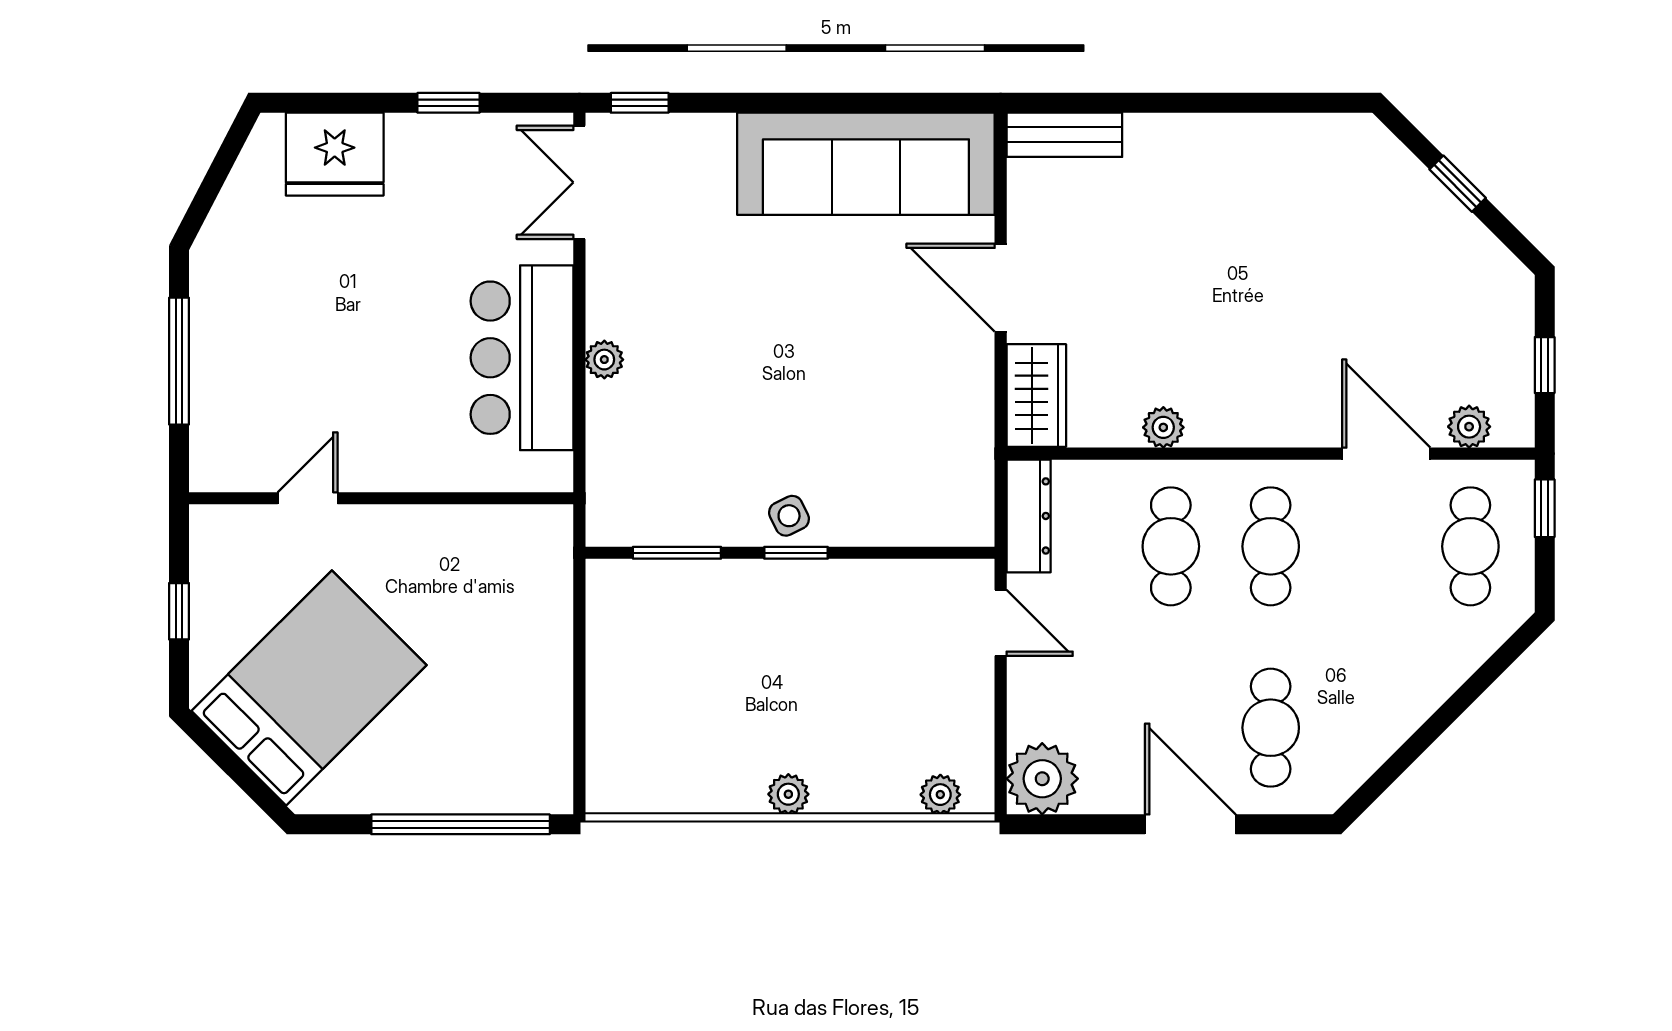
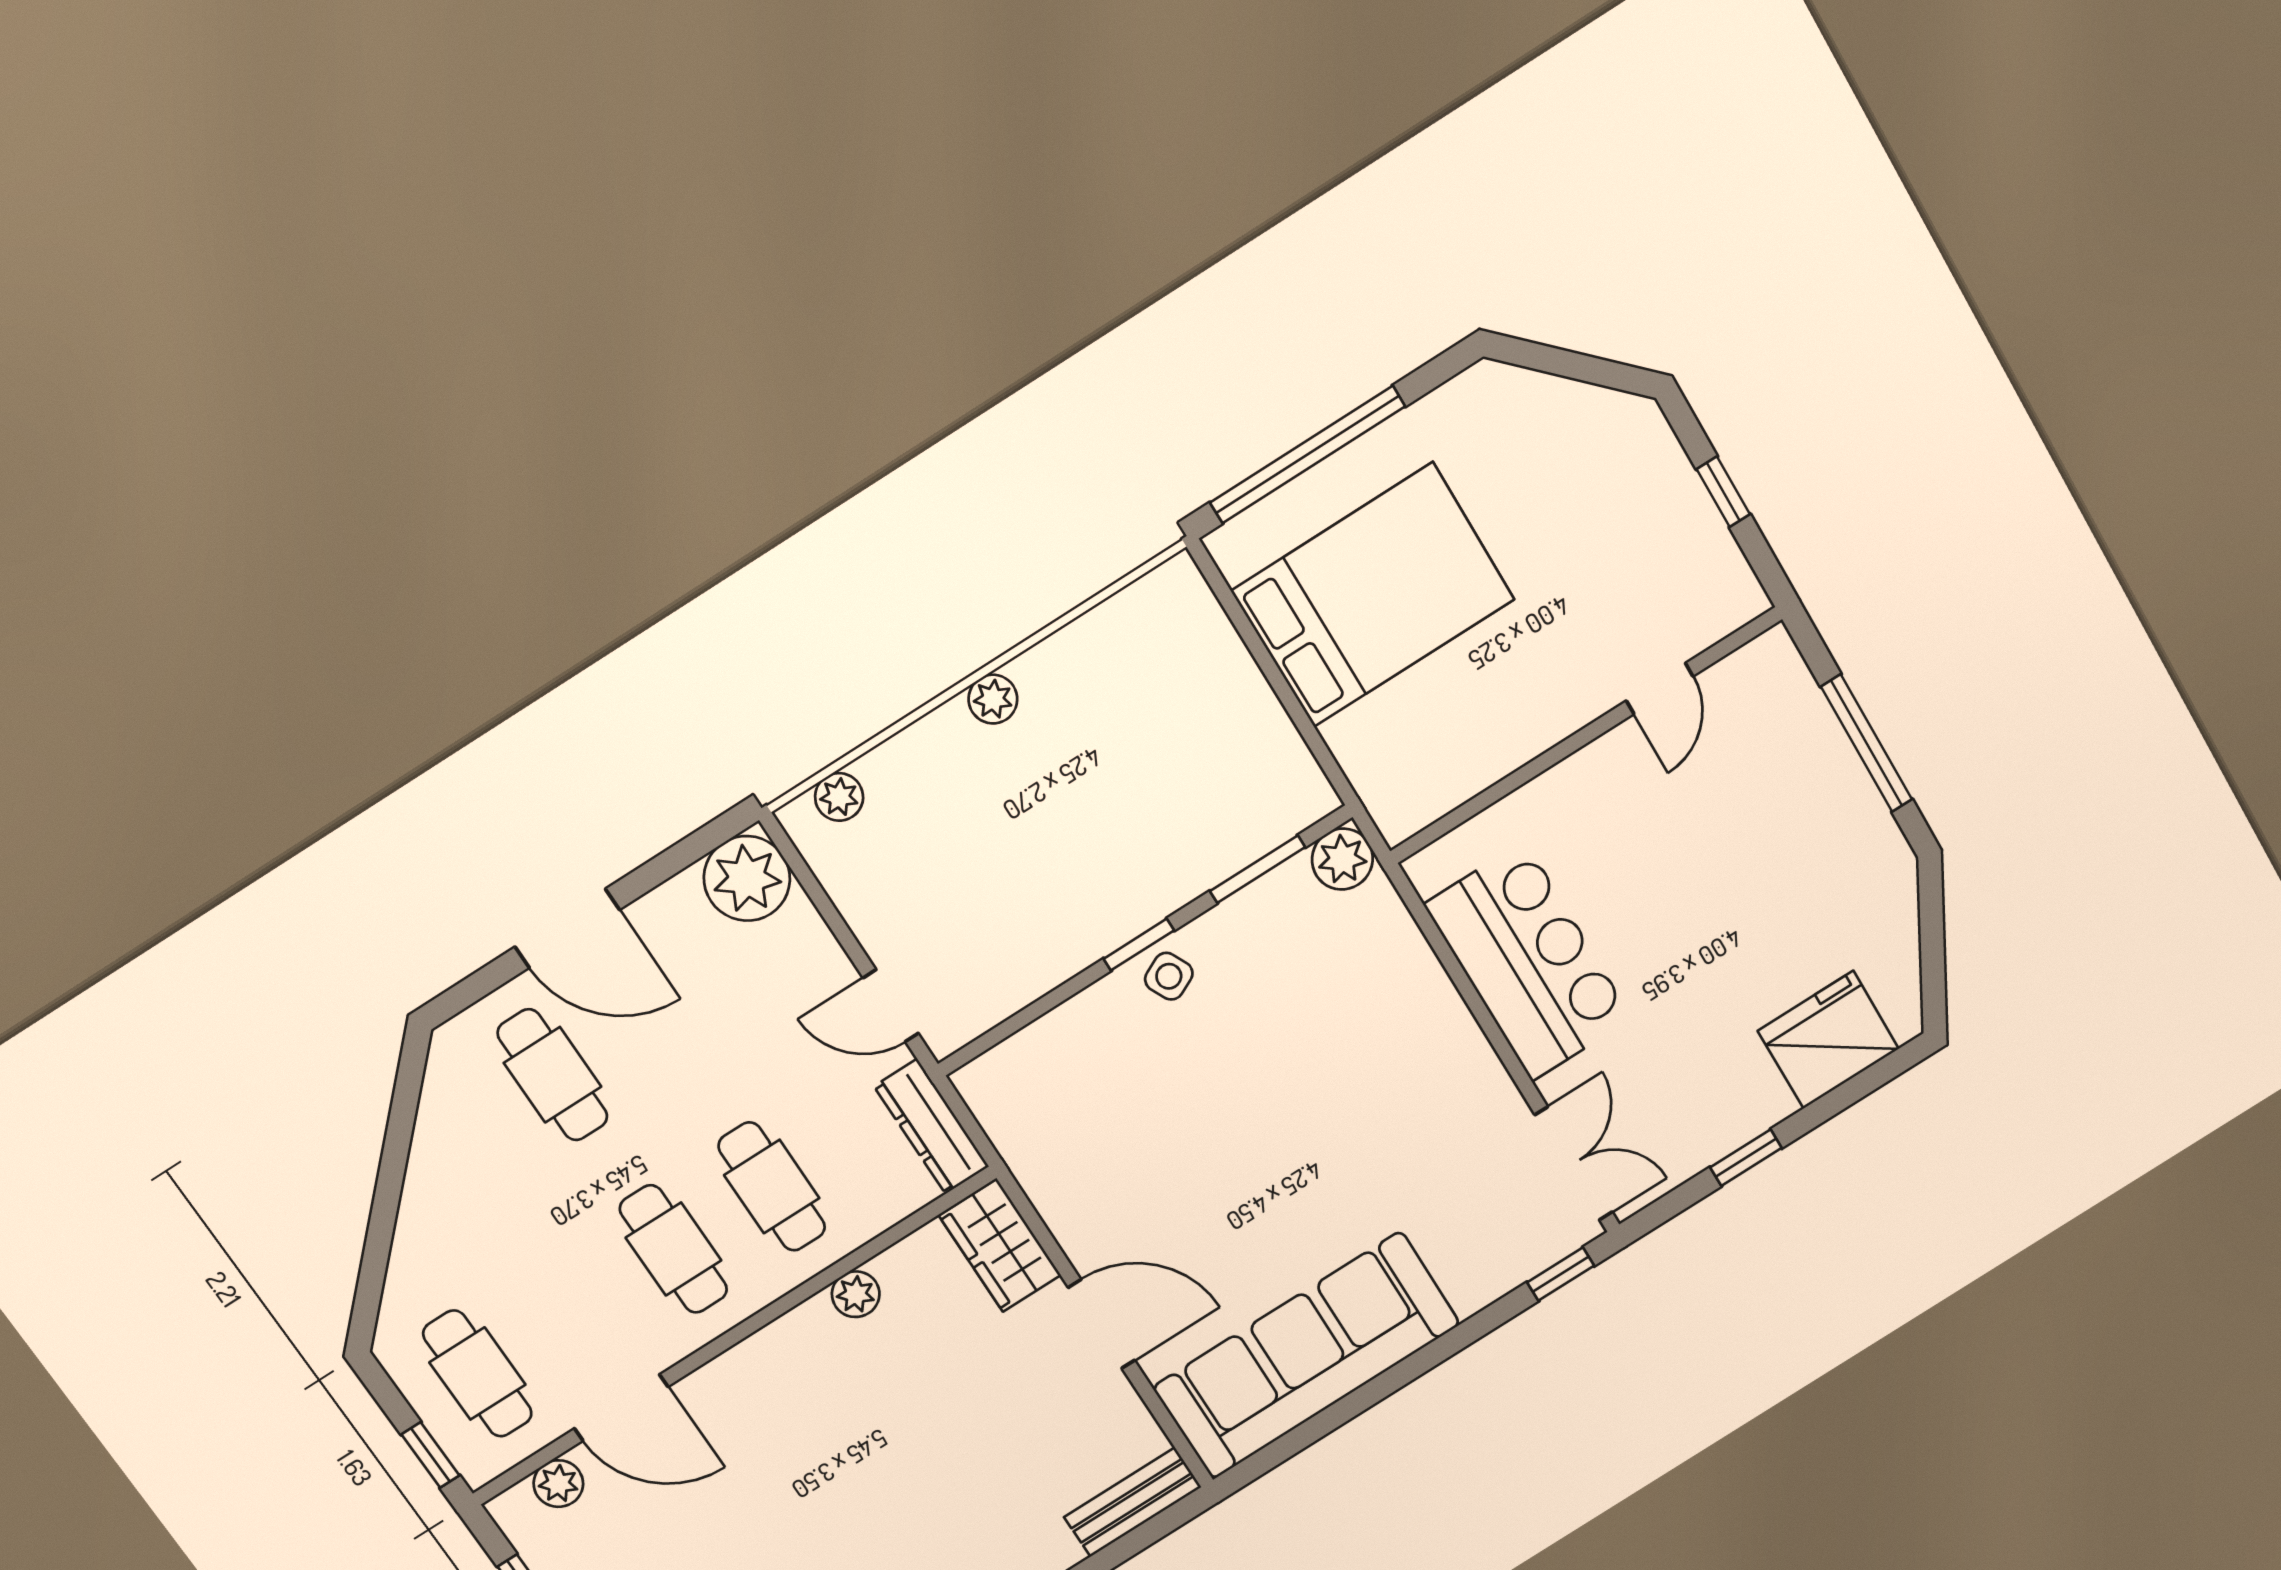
plant: (604, 360) -> (1342, 859), moved, width x1.38, depth x1.38
bed: (309, 688) -> (1373, 595), moved, turned -135

